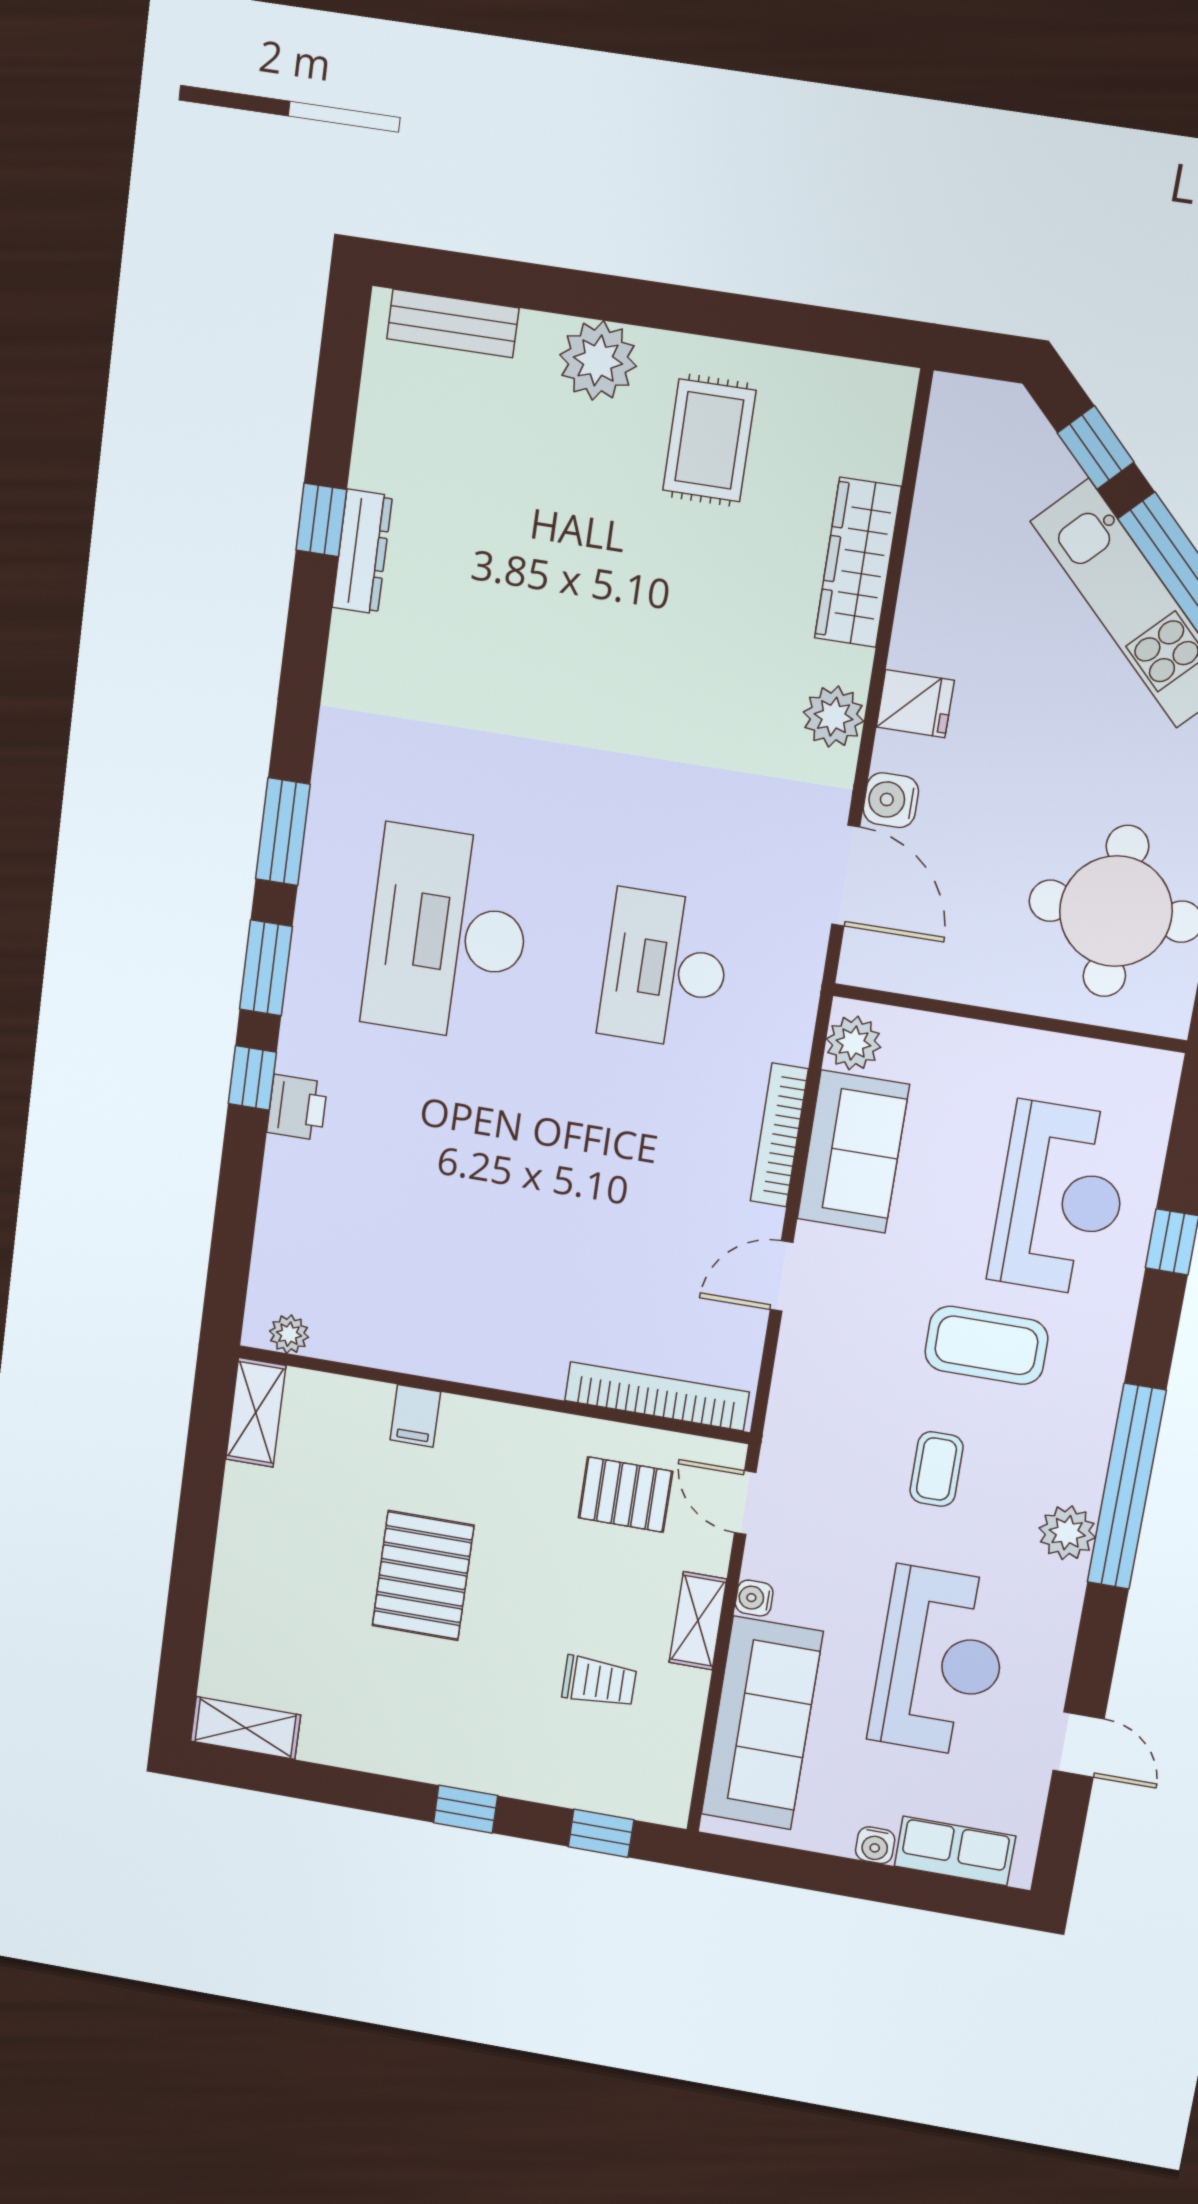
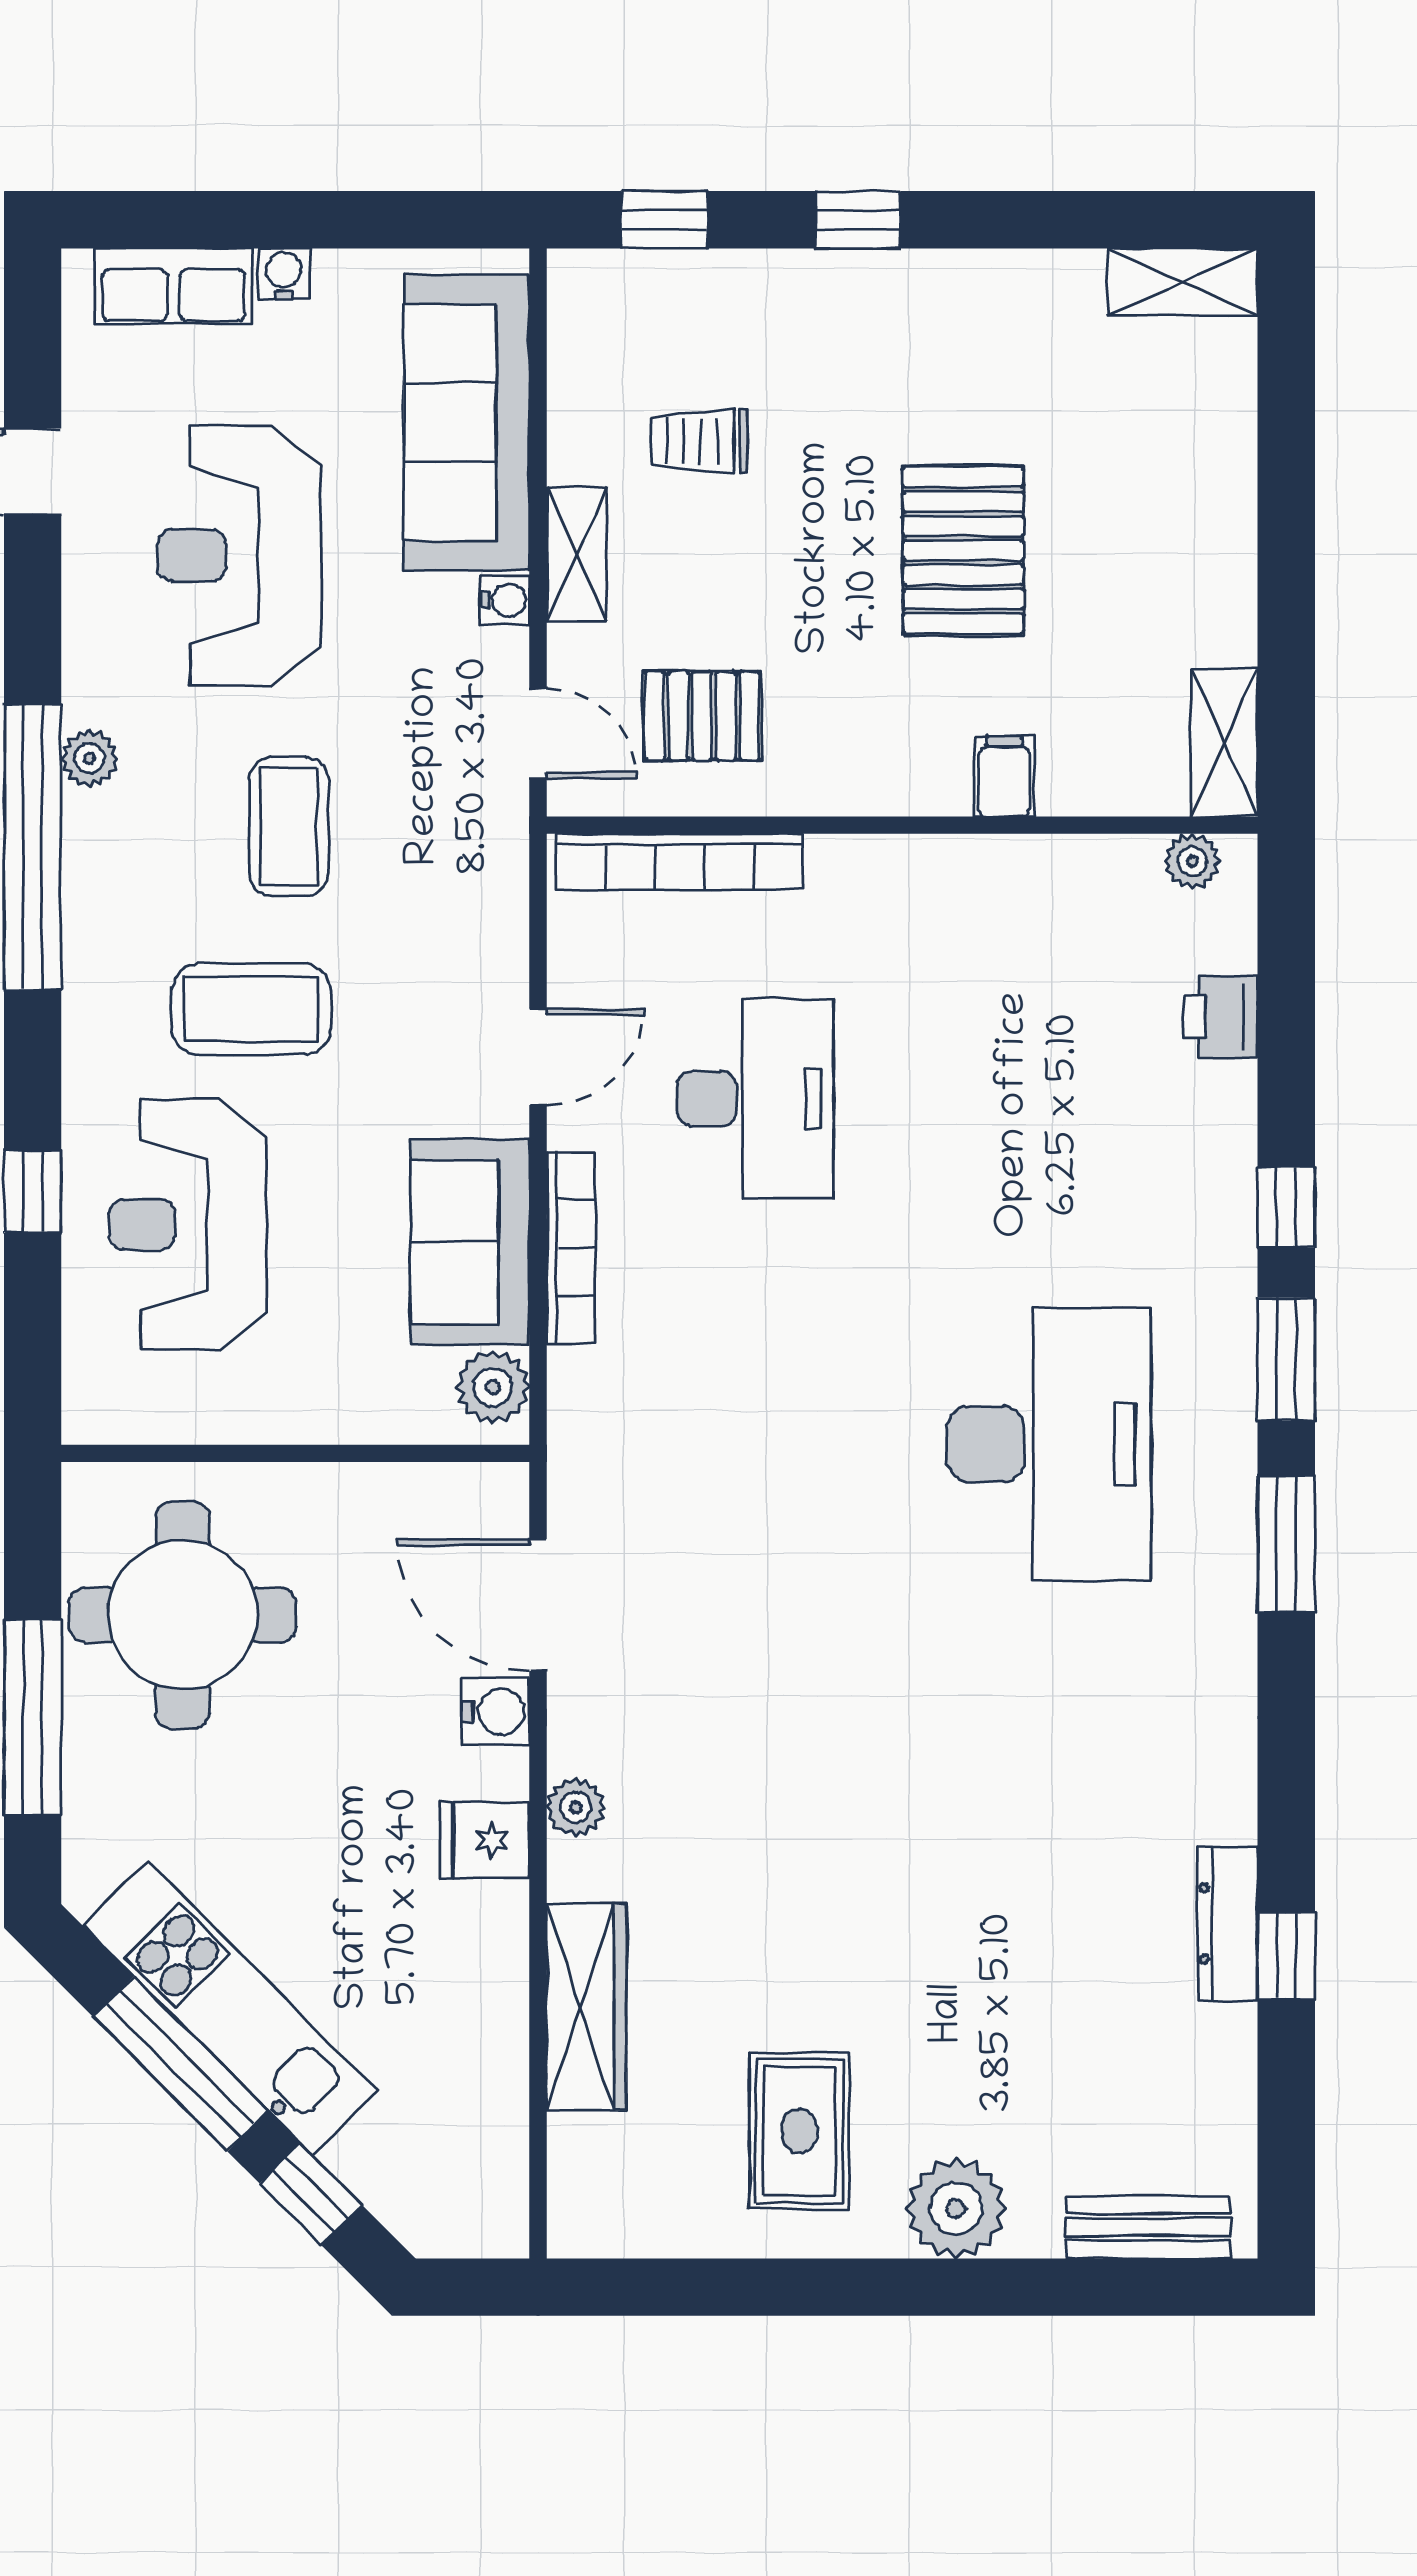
plant: (833, 717) -> (576, 1807), width x0.73, depth x0.73
desk: (665, 969) -> (755, 1098), moved
printer: (297, 1108) -> (1221, 1017), moved
coffee table: (936, 1469) -> (289, 827), width x1.36, depth x1.30
plant: (1067, 1533) -> (89, 758), width x0.73, depth x0.73

